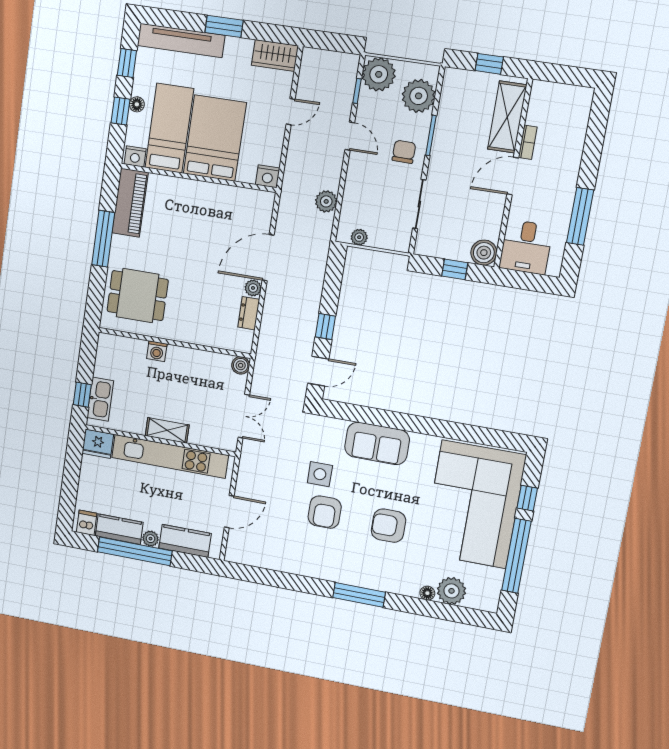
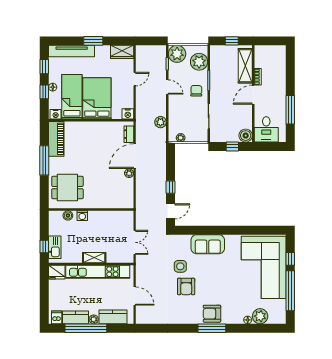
dresser: (249, 313) -> (129, 134), moved
boiler: (241, 365) -> (68, 215), moved
door: (229, 512) -> (135, 296), hinge flipped
armchair: (388, 526) -> (212, 314), moved

